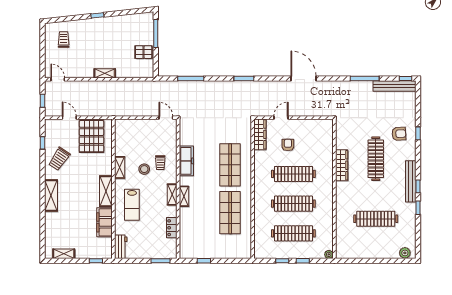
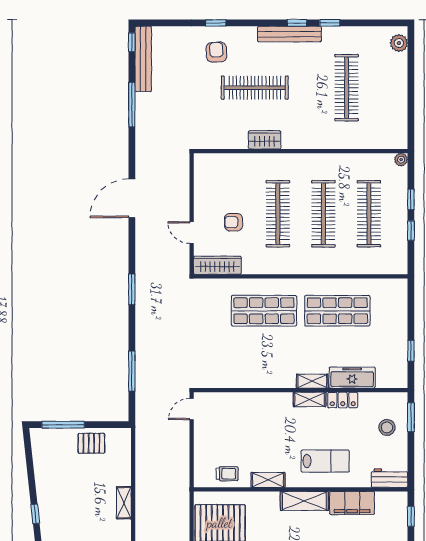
pallet: (144, 52) -> (91, 443), turned 90
freezer: (186, 161) -> (352, 378), moved
trolley: (160, 163) -> (227, 474), moved
wardrobe: (342, 165) -> (265, 140), width x0.67
stool: (144, 169) -> (387, 427), moved
locker: (172, 228) -> (343, 400), moved

